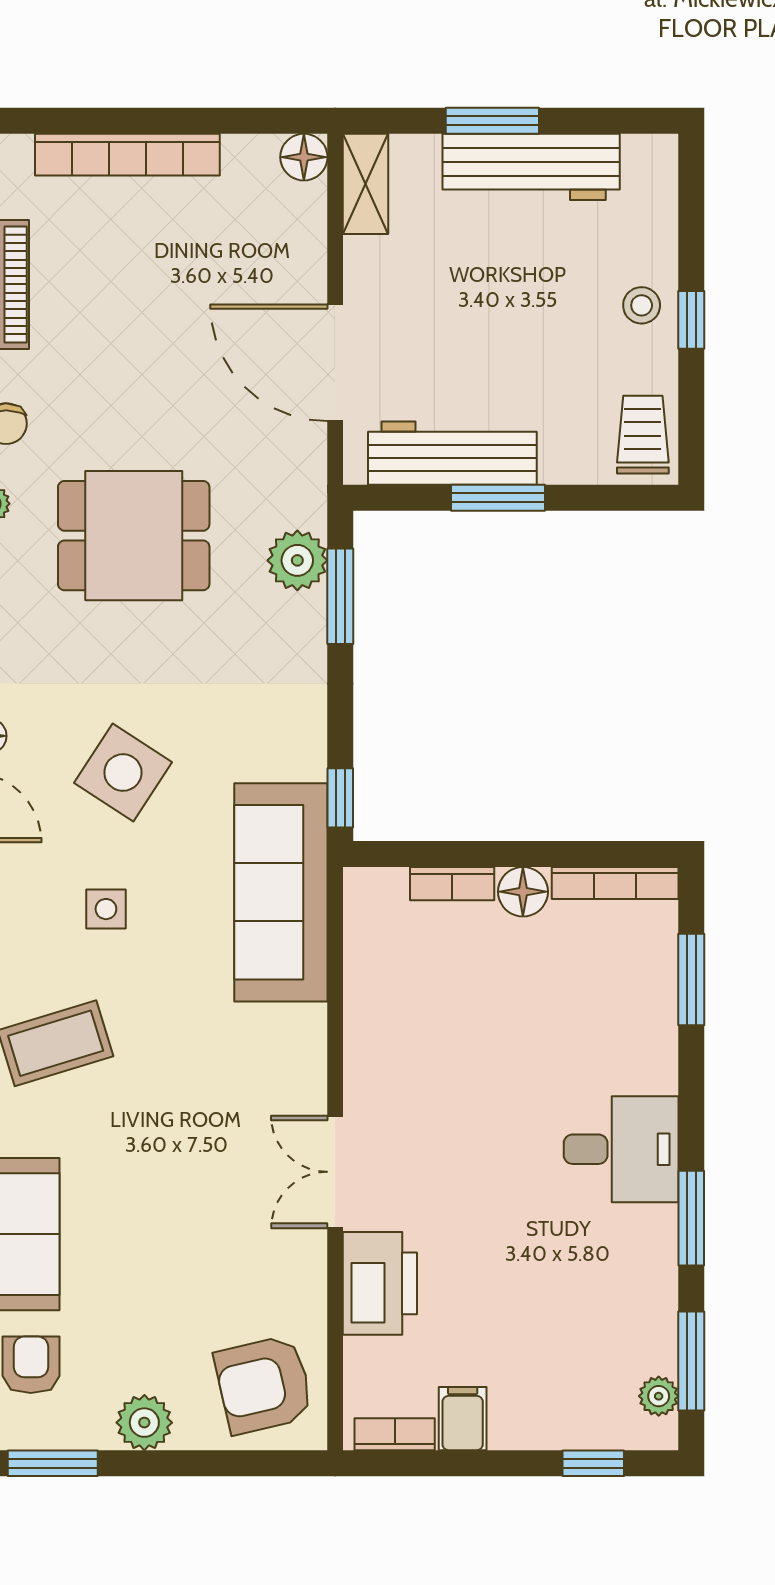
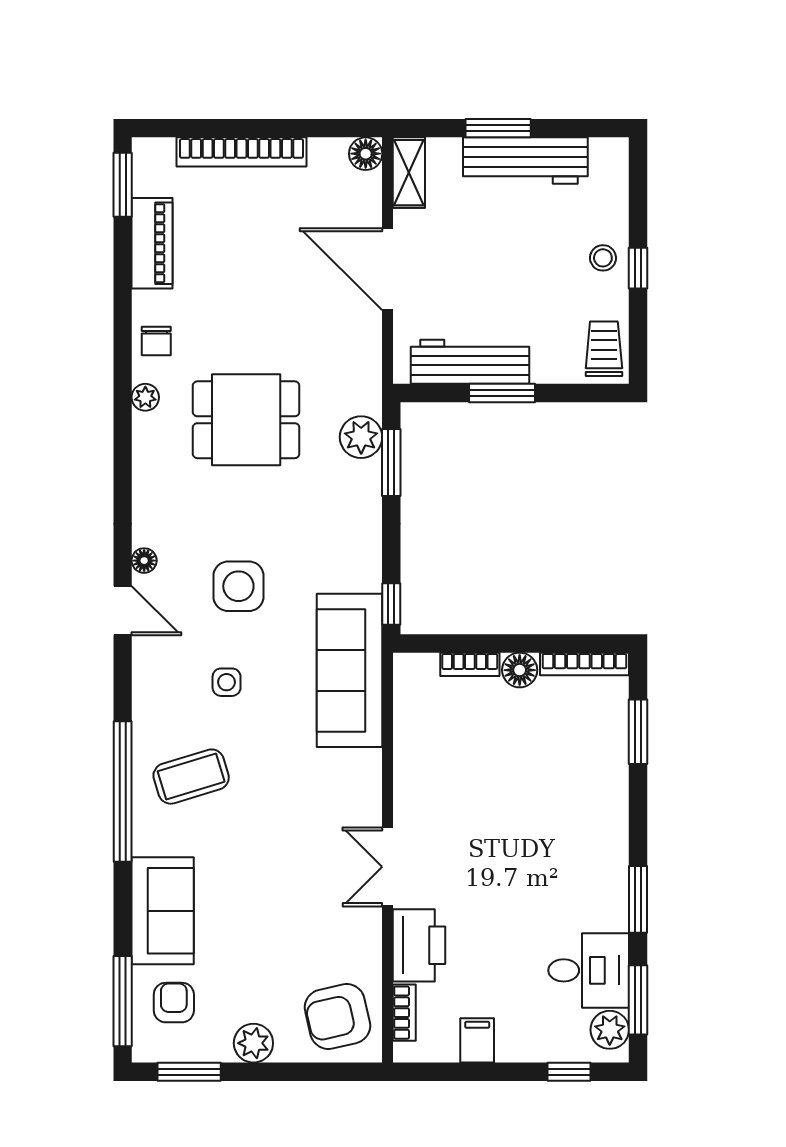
door: (335, 363) -> (388, 269), moved
side table: (123, 772) -> (238, 586), turned -33
desk: (621, 1149) -> (589, 970), moved
plant: (659, 1396) -> (610, 1030), width x1.38, depth x1.38
bookcase: (395, 1434) -> (404, 1013), moved, turned 90

